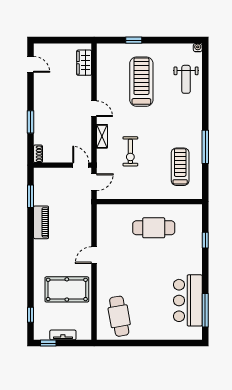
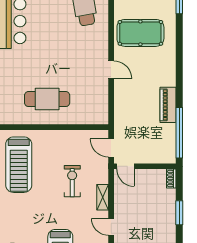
treadmill: (180, 167) -> (19, 165), width x1.37, depth x1.38
door: (94, 182) -> (111, 148), hinge flipped
window: (31, 196) -> (179, 133), width x2.11
door: (94, 255) -> (111, 70), hinge flipped

